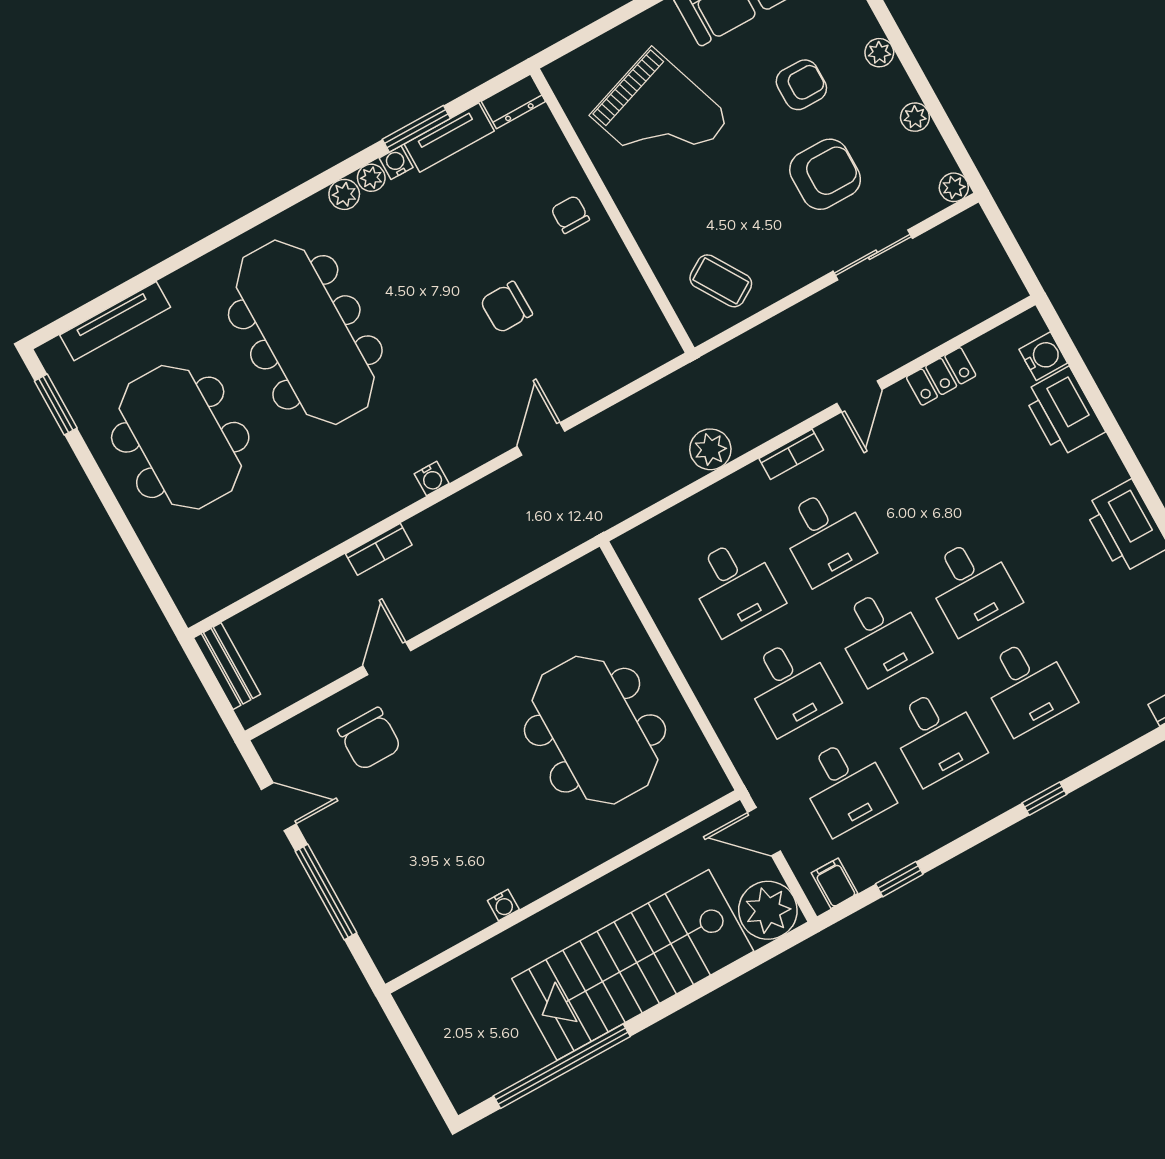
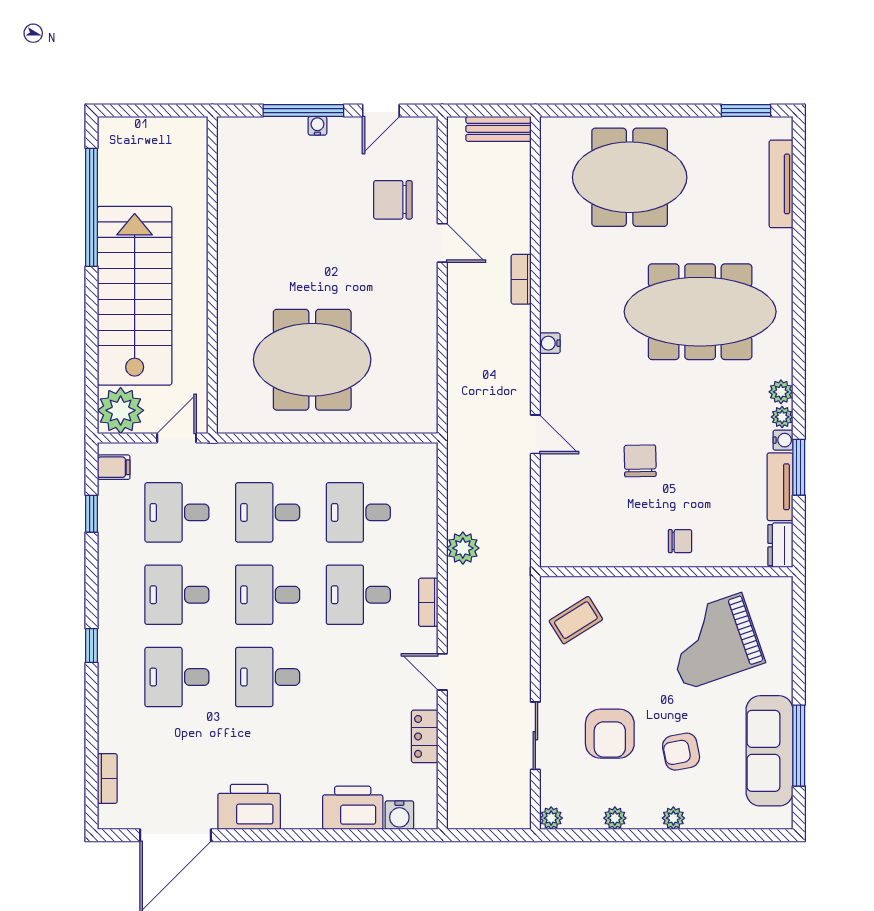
armchair: (801, 85) -> (681, 752), turned 79
meeting table: (180, 437) -> (630, 177), moved
water cooler: (503, 905) -> (317, 126), moved, turned 90

